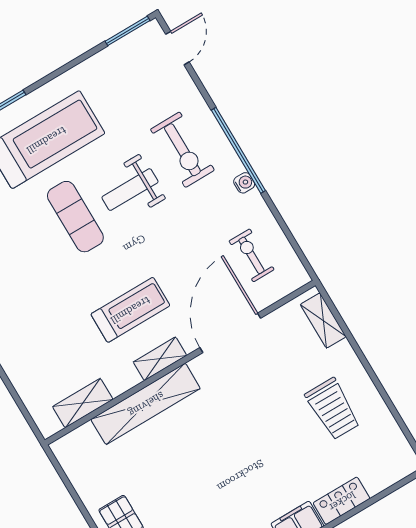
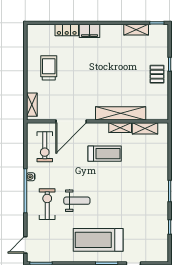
exercise mat: (75, 217) -> (104, 203), removed
exercise bike: (252, 255) -> (45, 147), width x1.38, depth x1.39
treadmill: (130, 310) -> (105, 154), turned 180
shelving: (160, 359) -> (120, 128), moved

